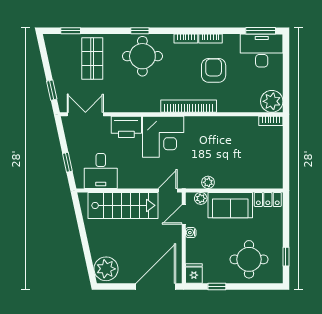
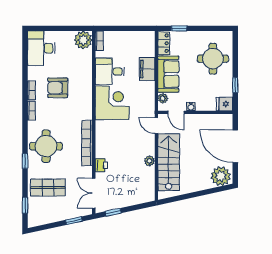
window: (140, 31) -> (25, 161), moved
window: (261, 31) -> (25, 49), removed
bookcase: (189, 106) -> (87, 143), moved
printer: (126, 127) -> (101, 165), width x0.53, depth x0.68
corner desk: (163, 137) -> (112, 103), moved
window: (67, 162) -> (113, 212), moved
desk: (101, 171) -> (110, 71), moved, turned 180
filing cabinet: (236, 179) -> (147, 69), added
plant: (208, 182) -> (150, 161), moved
window: (286, 257) -> (179, 28), moved
door: (156, 287) -> (235, 146), moved

